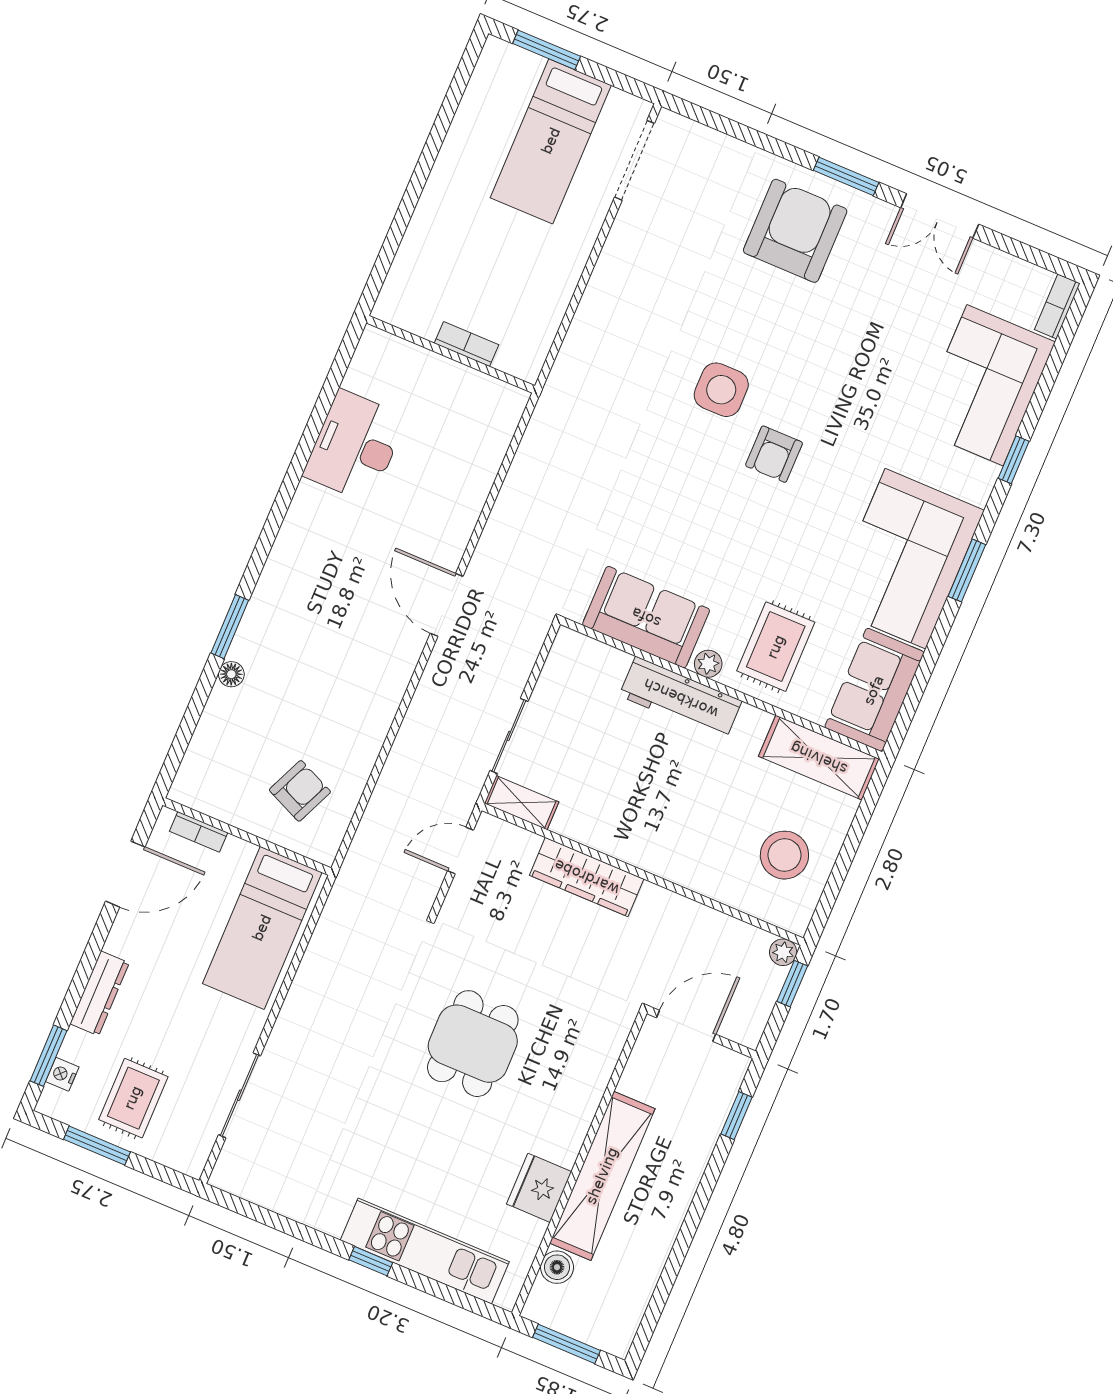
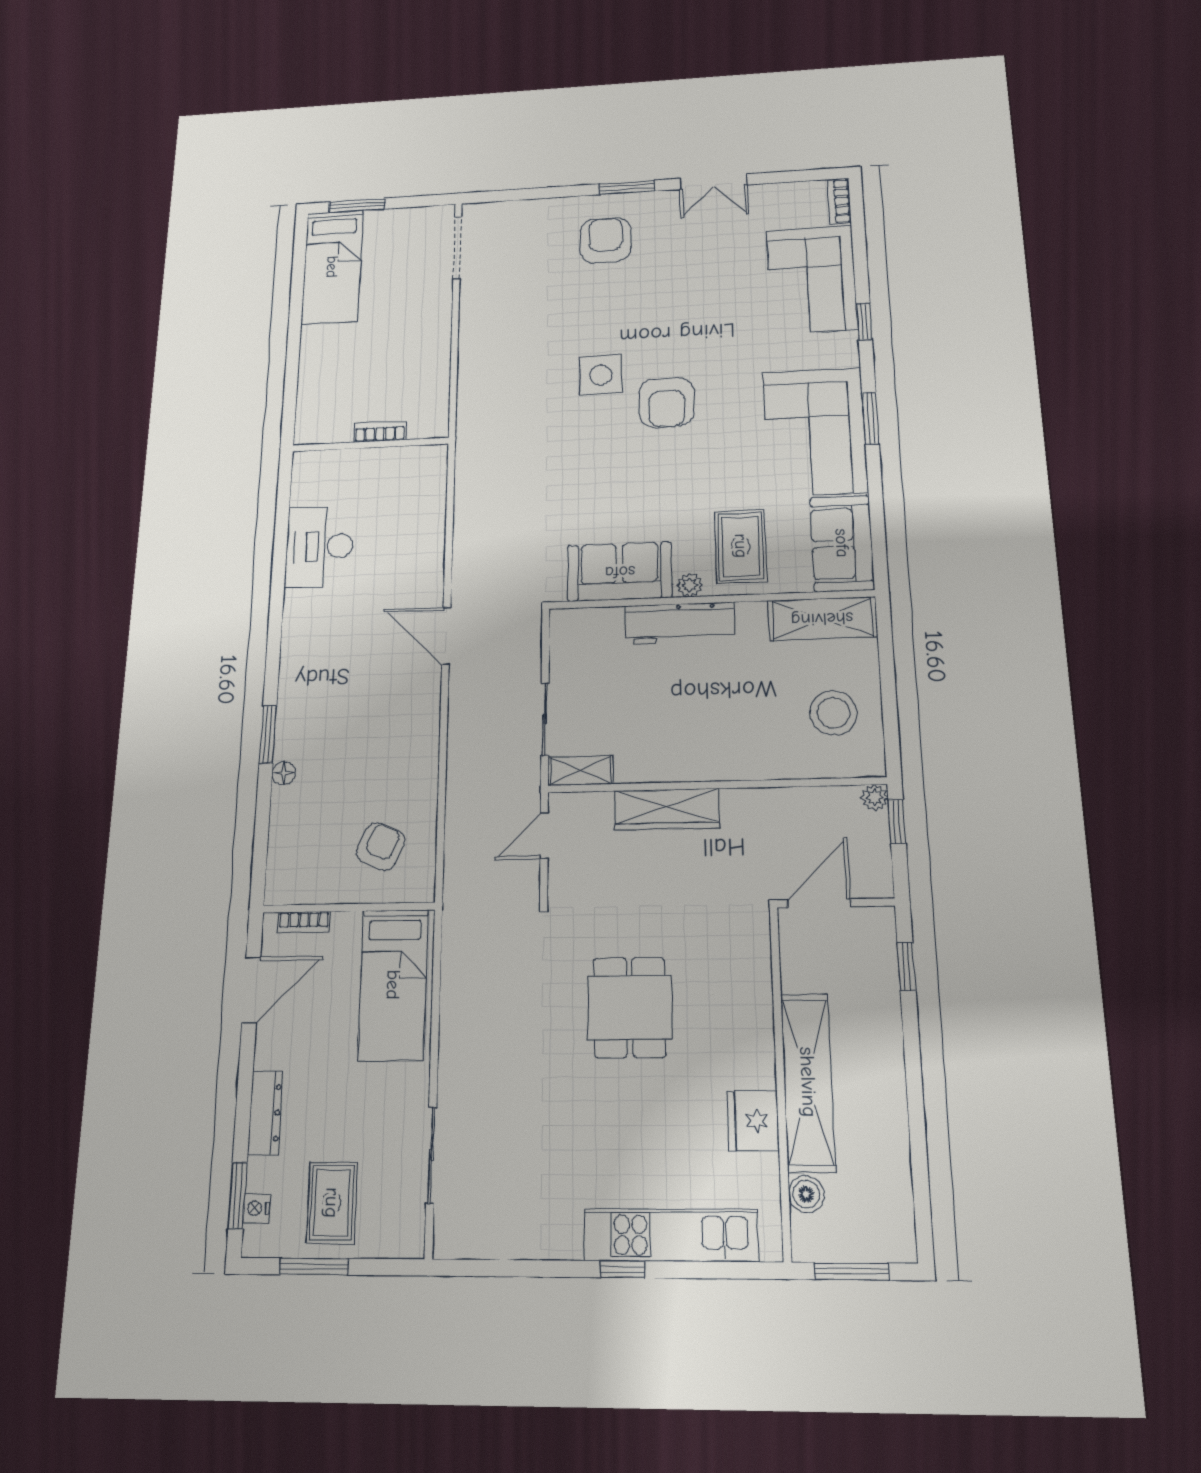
bed: (551, 141) -> (332, 267), moved
armchair: (795, 231) -> (606, 240), width x0.73, depth x0.73
armchair: (774, 454) -> (667, 402), width x1.38, depth x1.38

